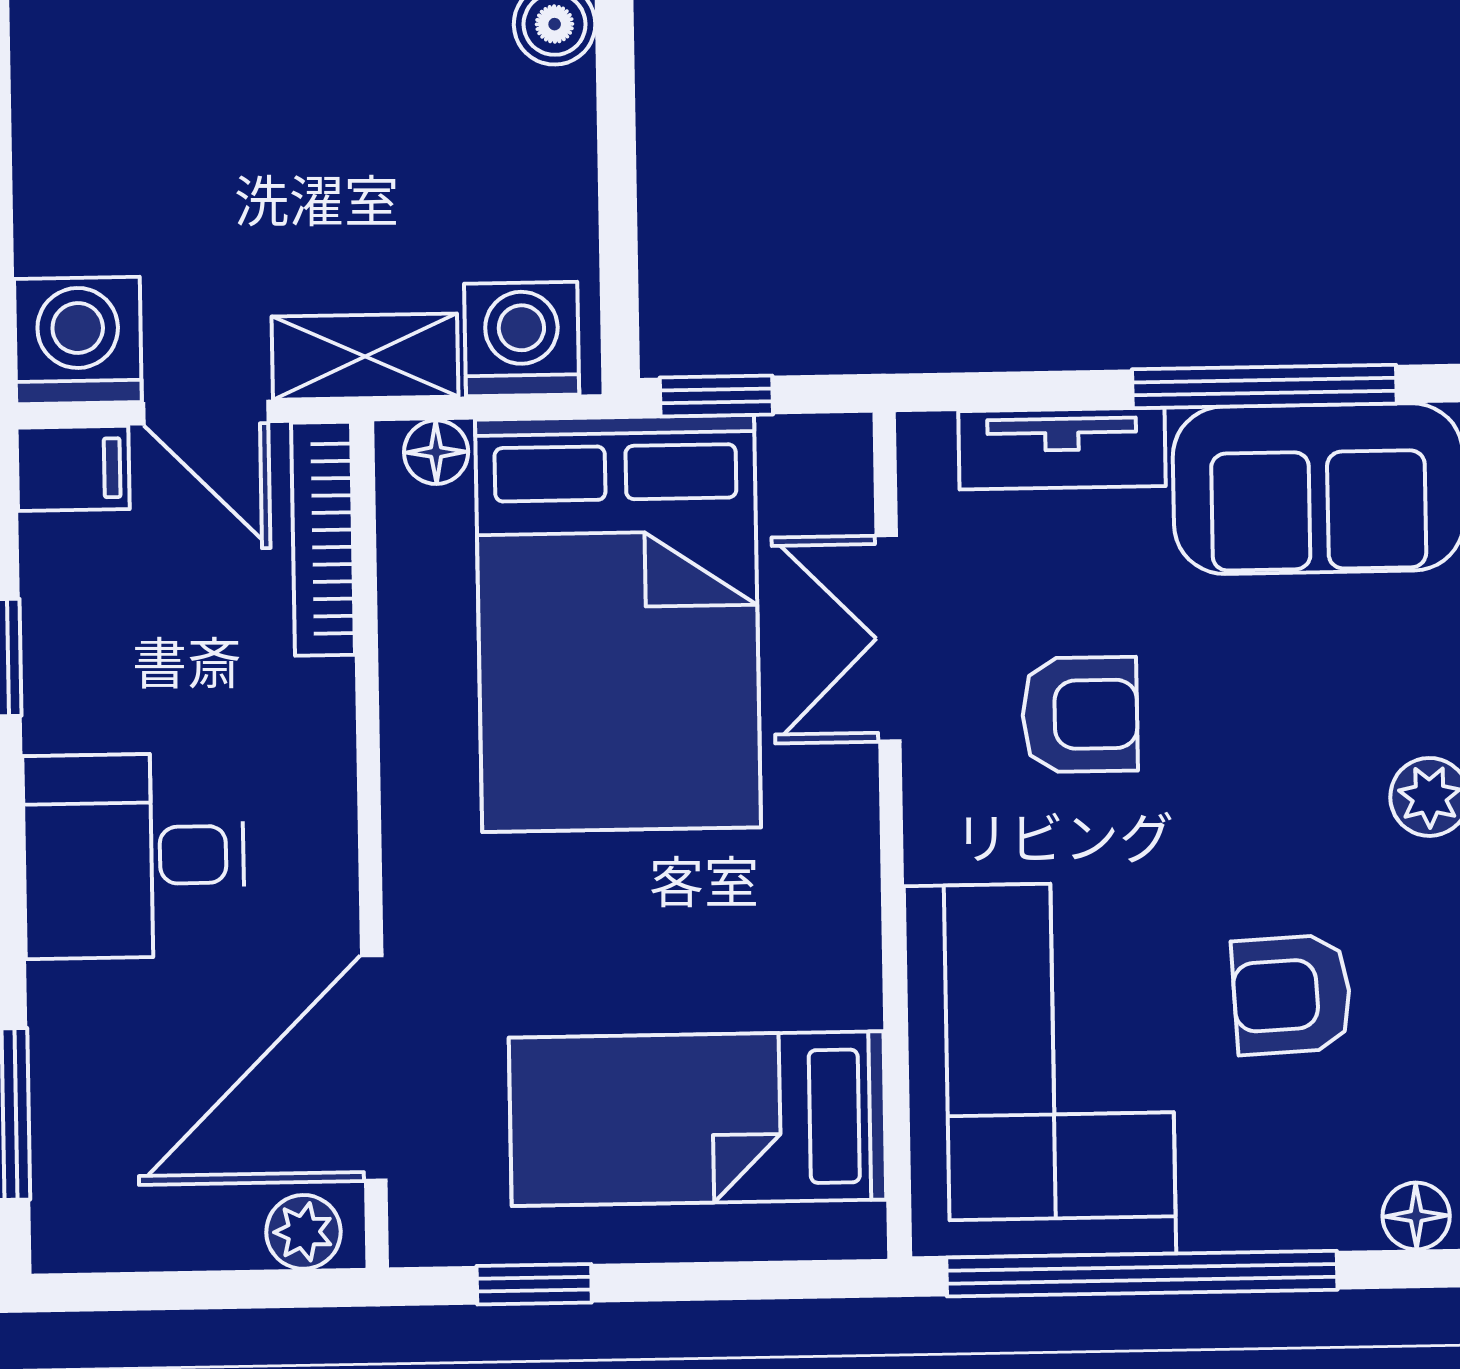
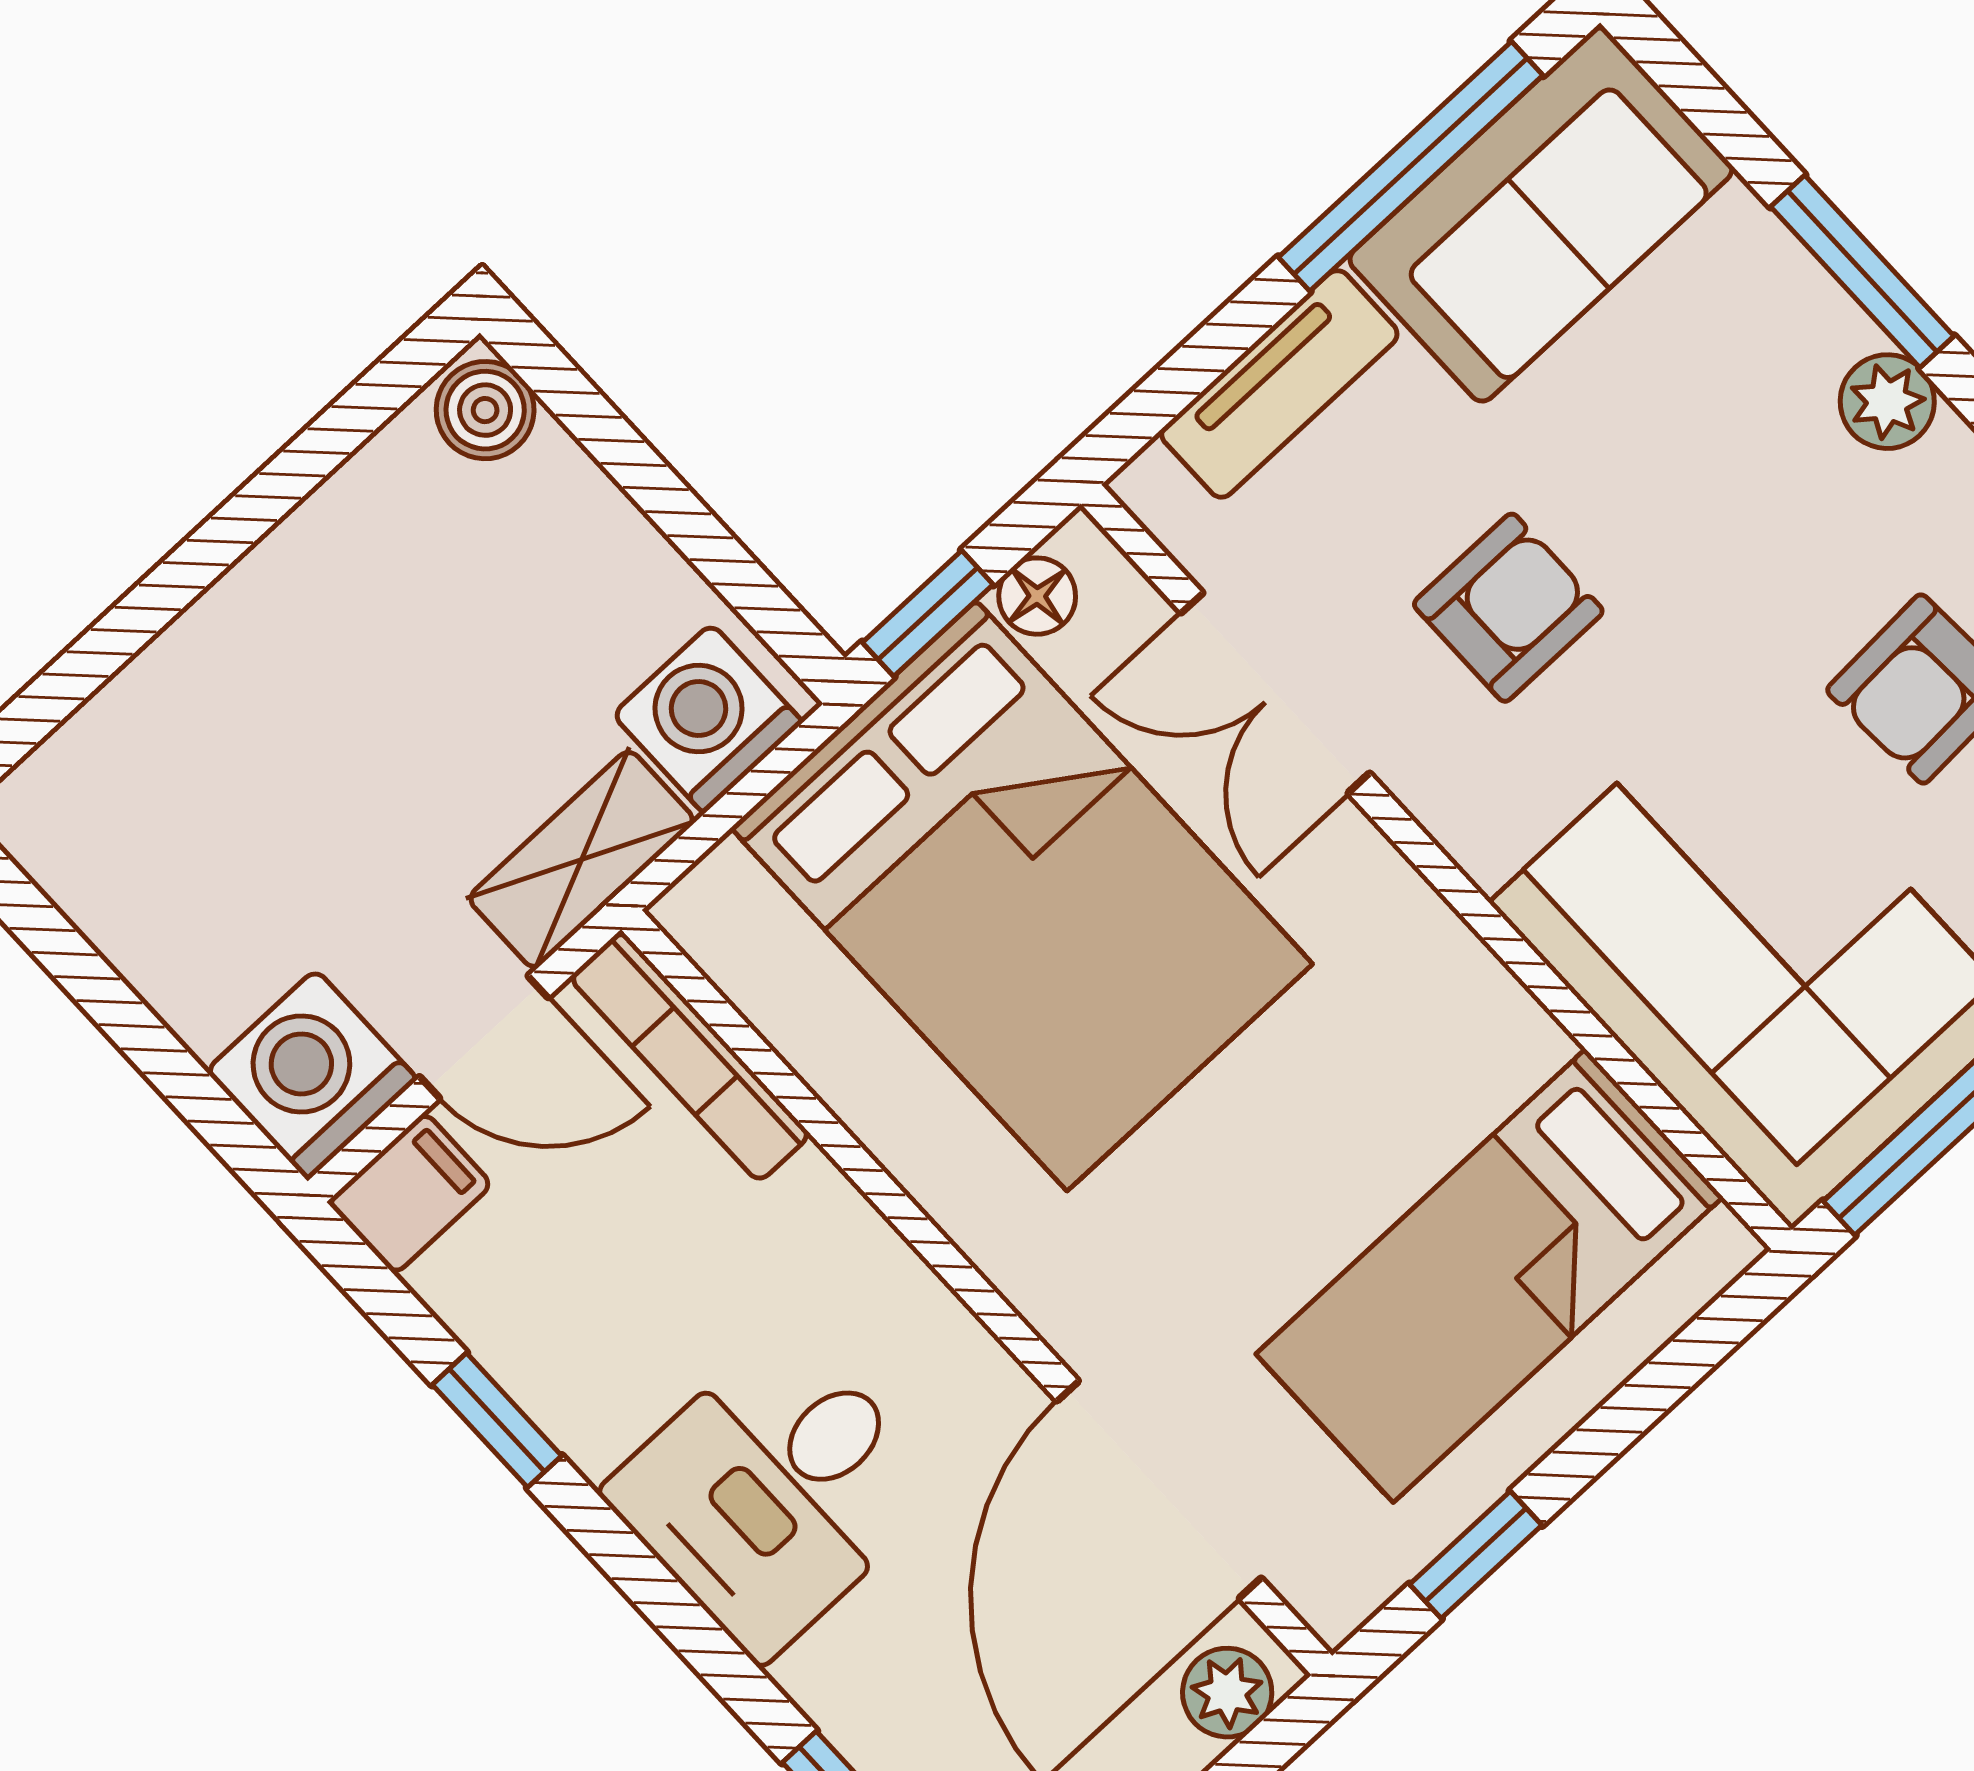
floor lamp: (436, 452) -> (1037, 596), moved

